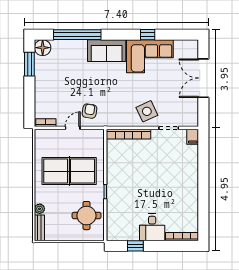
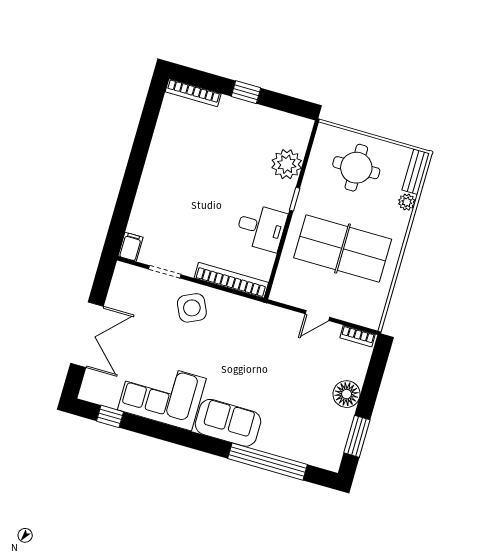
window: (148, 35) -> (110, 416), moved
floor lamp: (43, 48) -> (347, 394), moved
armchair: (90, 111) -> (283, 334), removed
plant: (116, 211) -> (287, 164), added
round table: (87, 216) -> (356, 168), moved
desk: (152, 227) -> (261, 227), moved, turned 90
window: (135, 246) -> (246, 92), moved

